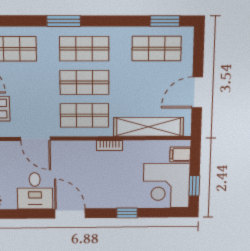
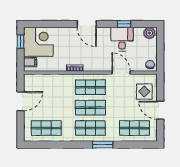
window: (165, 21) -> (42, 145), removed
shelving: (149, 127) -> (50, 80), removed
door: (70, 213) -> (87, 24), moved
window: (127, 213) -> (124, 24), moved

